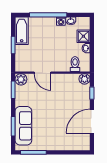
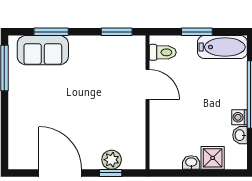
toilet: (75, 64) -> (163, 52), moved
door: (43, 73) -> (148, 84), swing flipped
plant: (21, 79) -> (135, 46), removed
plant: (85, 79) -> (112, 160), moved
sofa: (23, 126) -> (43, 50), width x0.73

